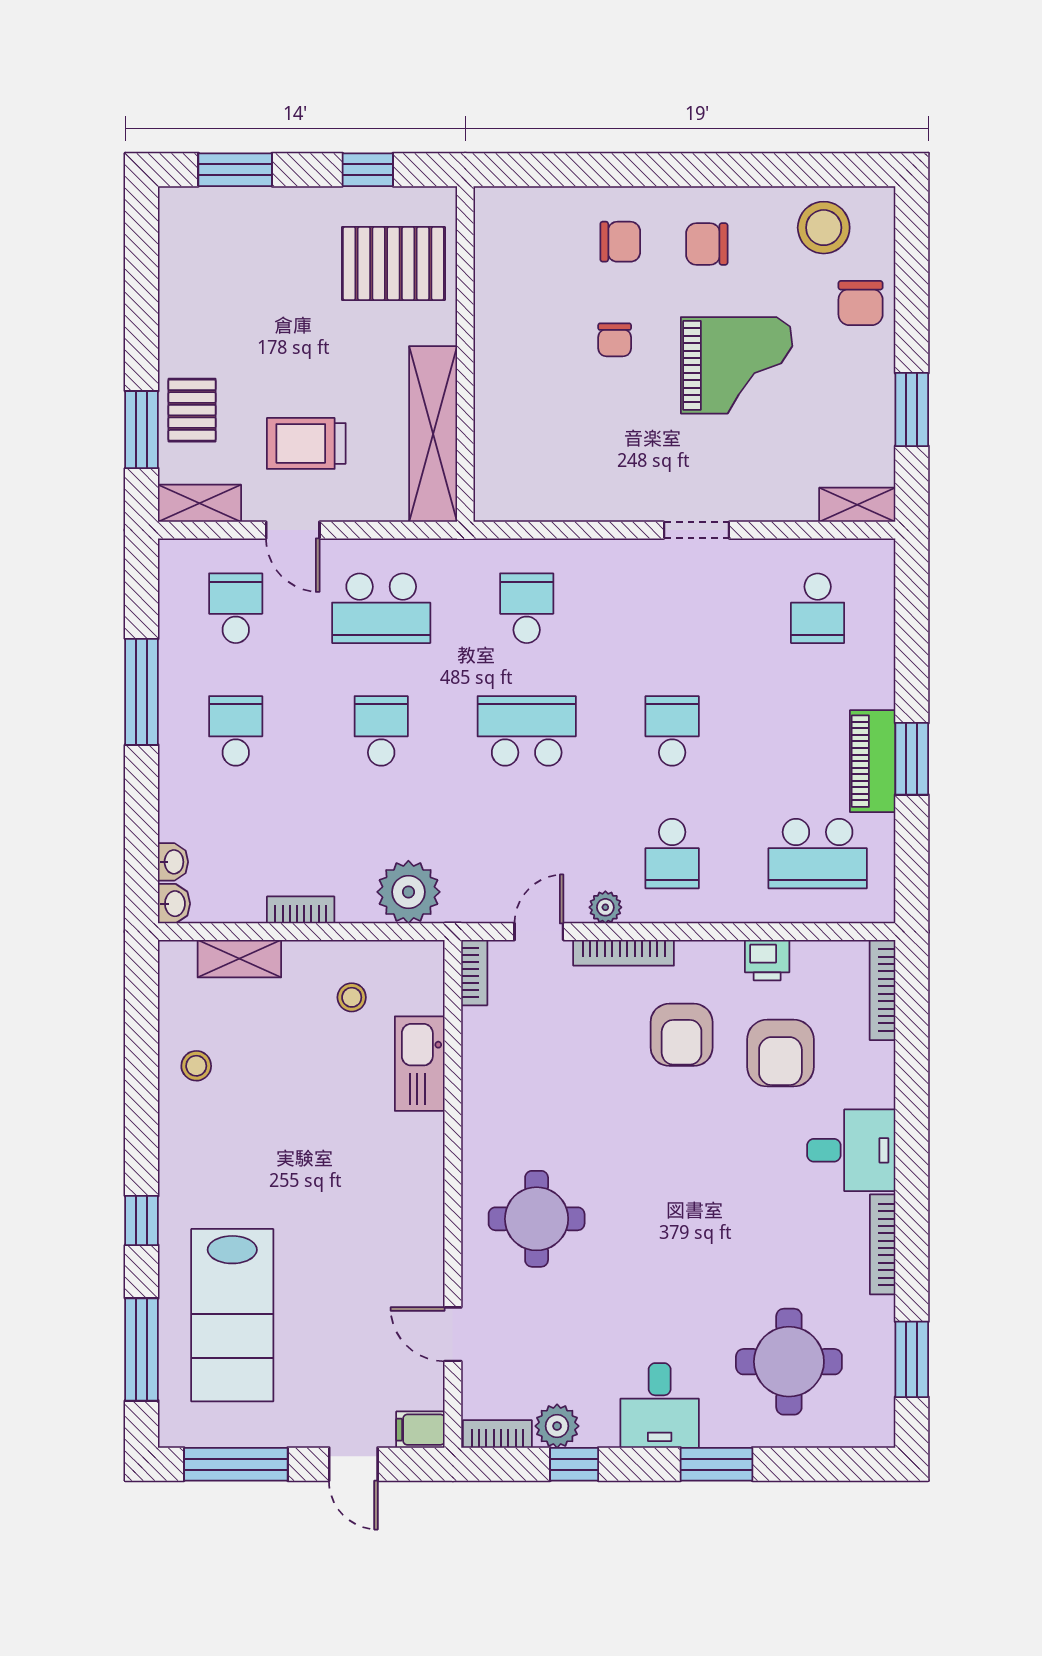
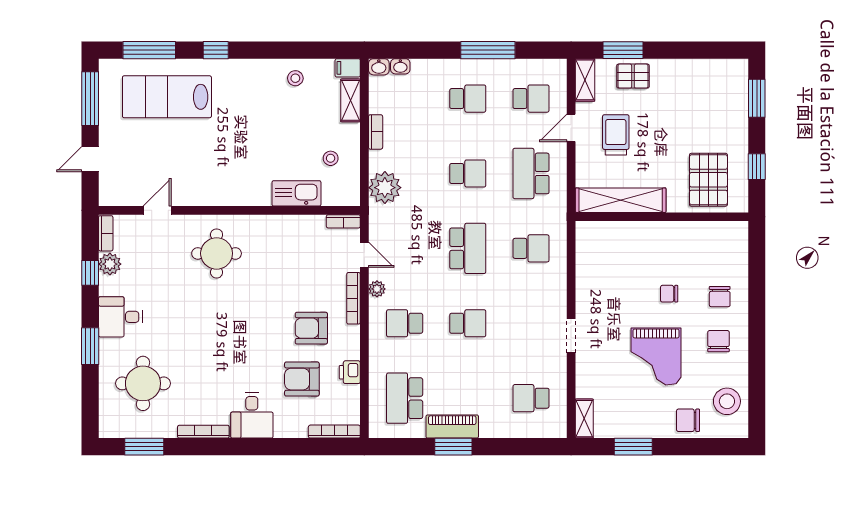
filing cabinet: (420, 1430) -> (348, 68), moved, turned -90

